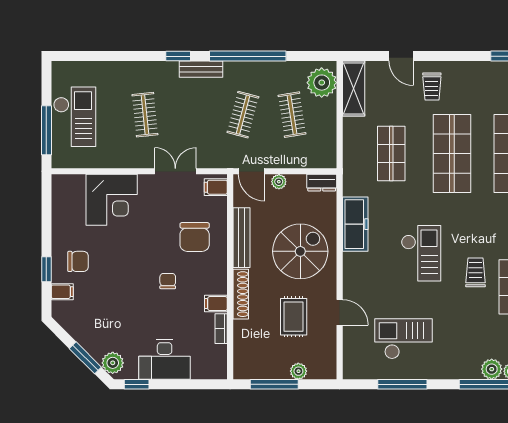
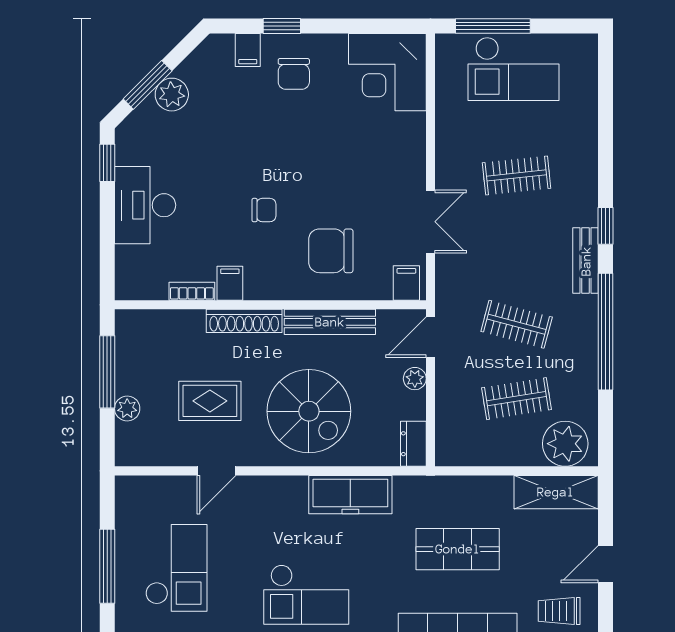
corner desk: (112, 200) -> (387, 72), moved
plant: (113, 363) -> (172, 95), moved

